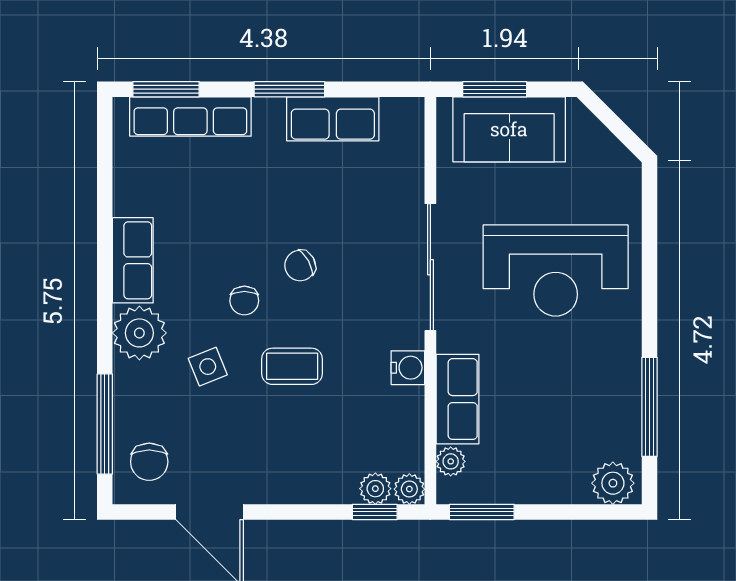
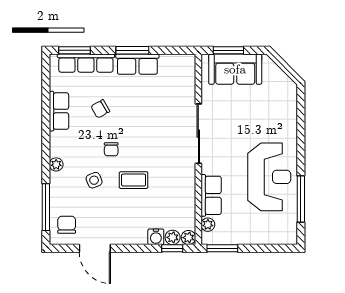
row of seats: (333, 119) -> (137, 64), moved
row of seats: (133, 260) -> (59, 111), moved
chair: (300, 266) -> (100, 109), moved
reception desk: (556, 270) -> (269, 177), moved, turned -90
plant: (139, 333) -> (56, 164), width x0.53, depth x0.53
water cooler: (408, 368) -> (156, 237), moved, turned 90
chair: (149, 462) -> (67, 225), turned 180
plant: (613, 483) -> (284, 235), removed

